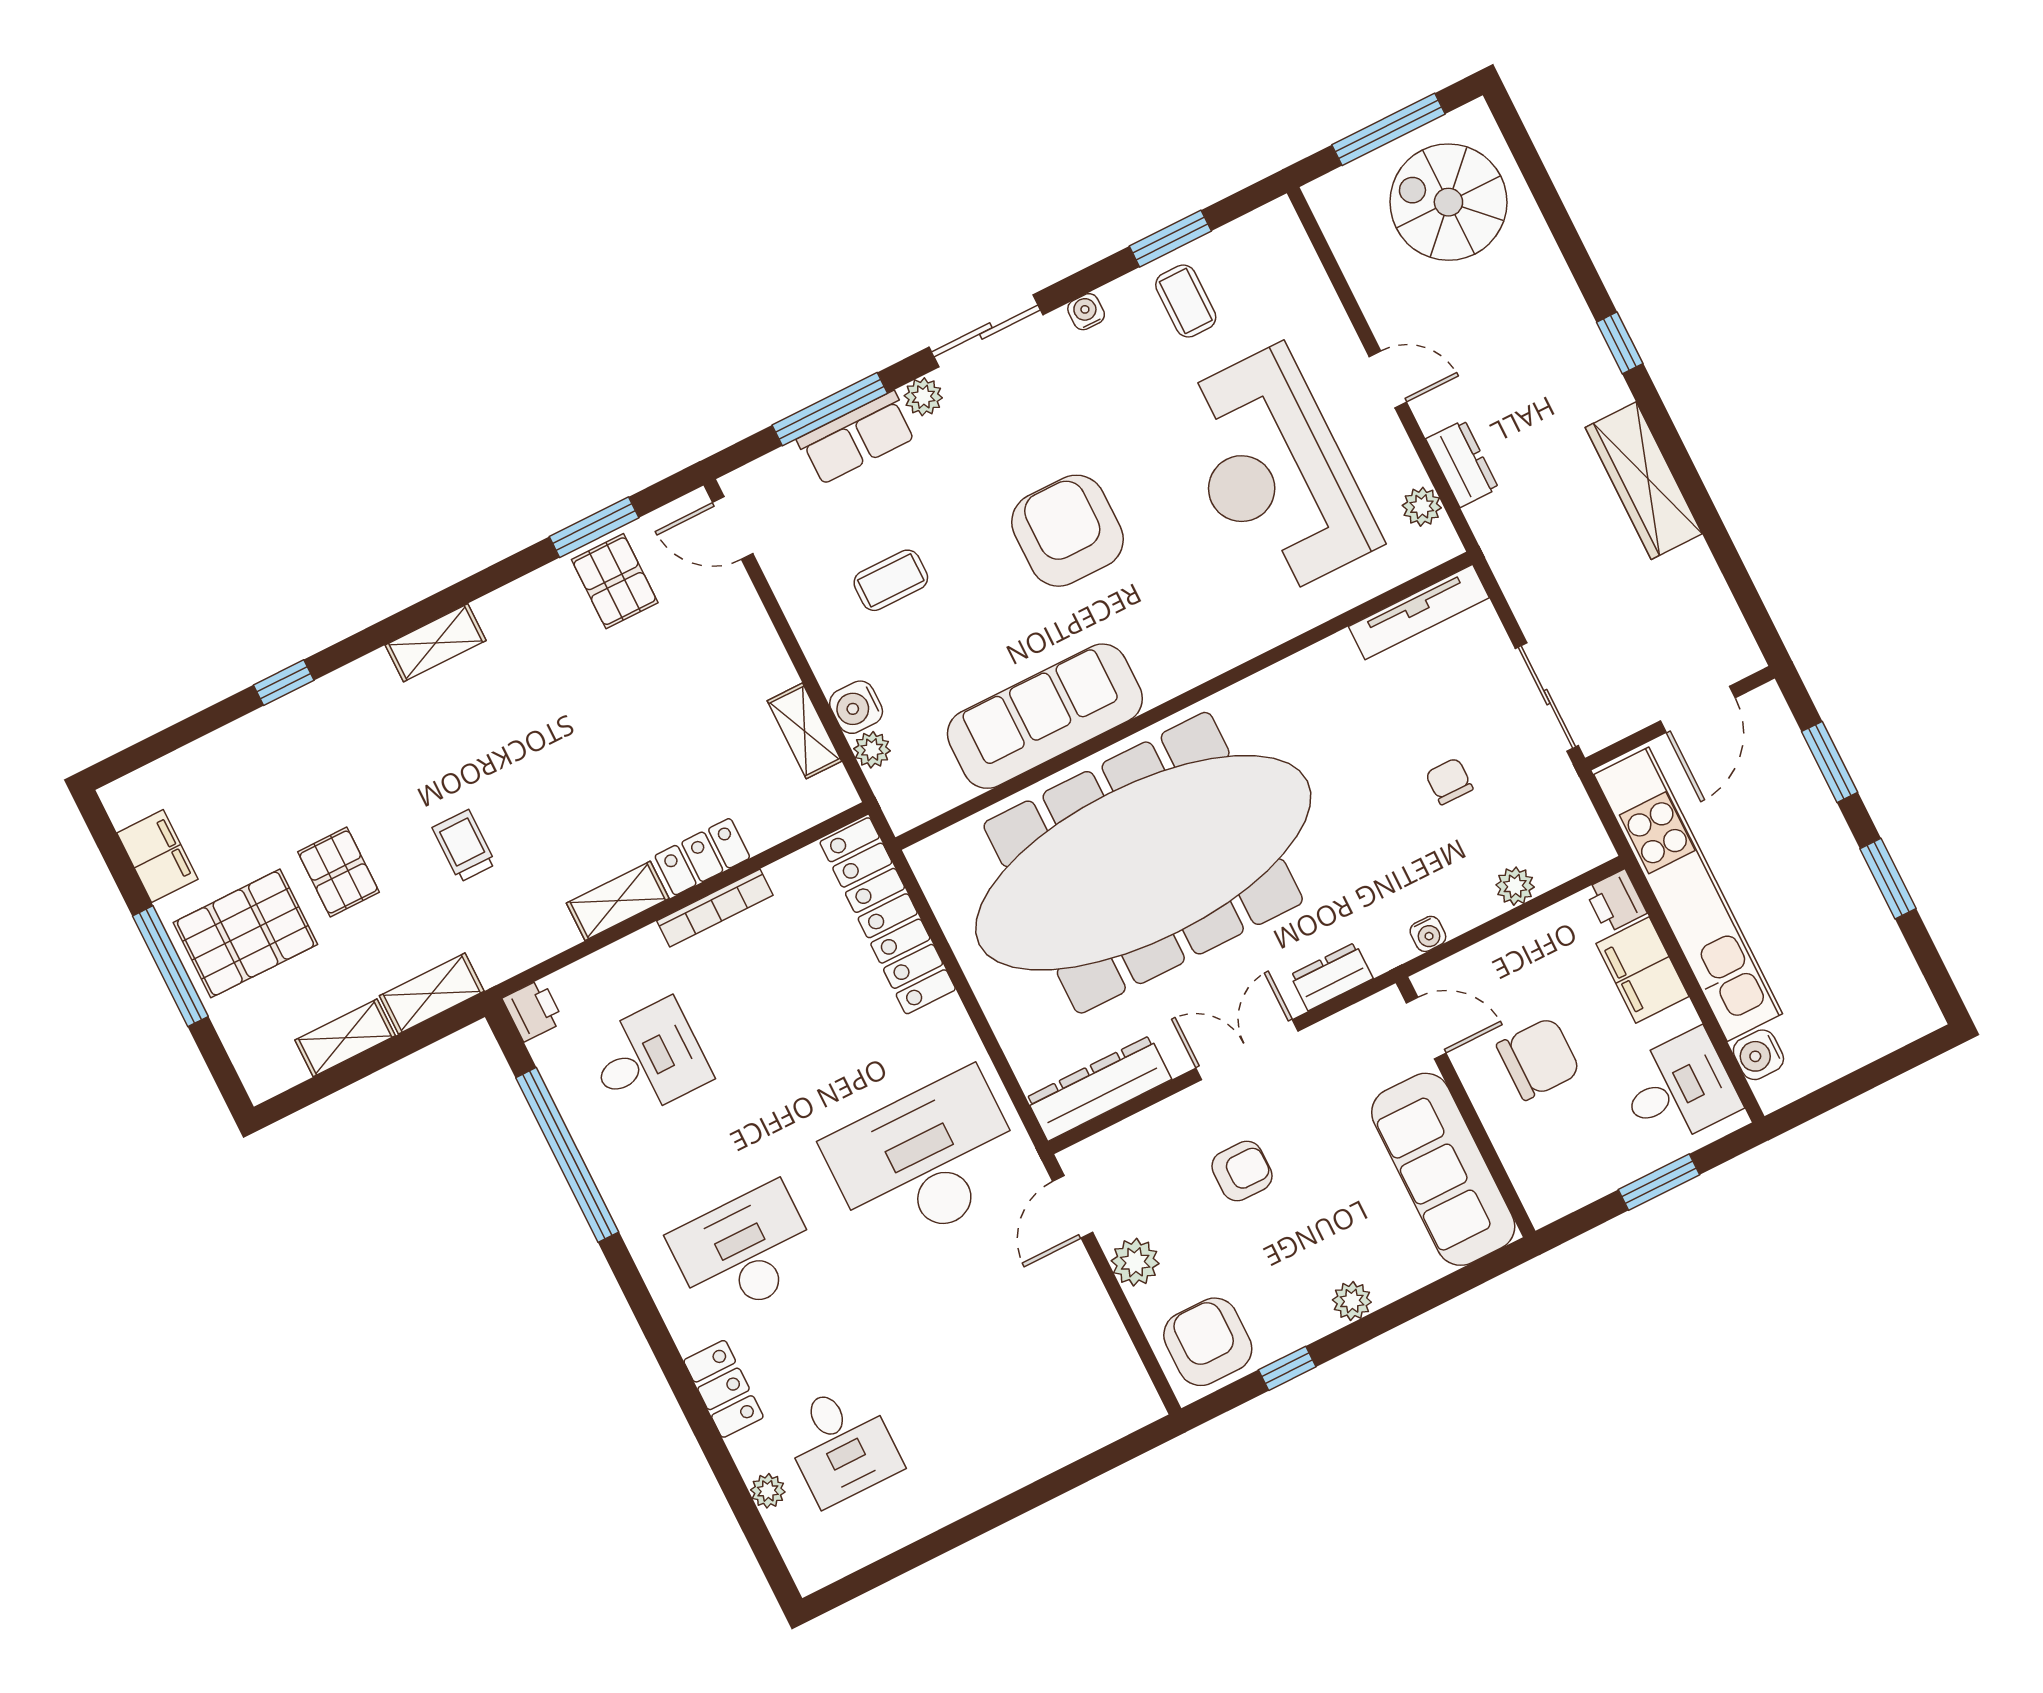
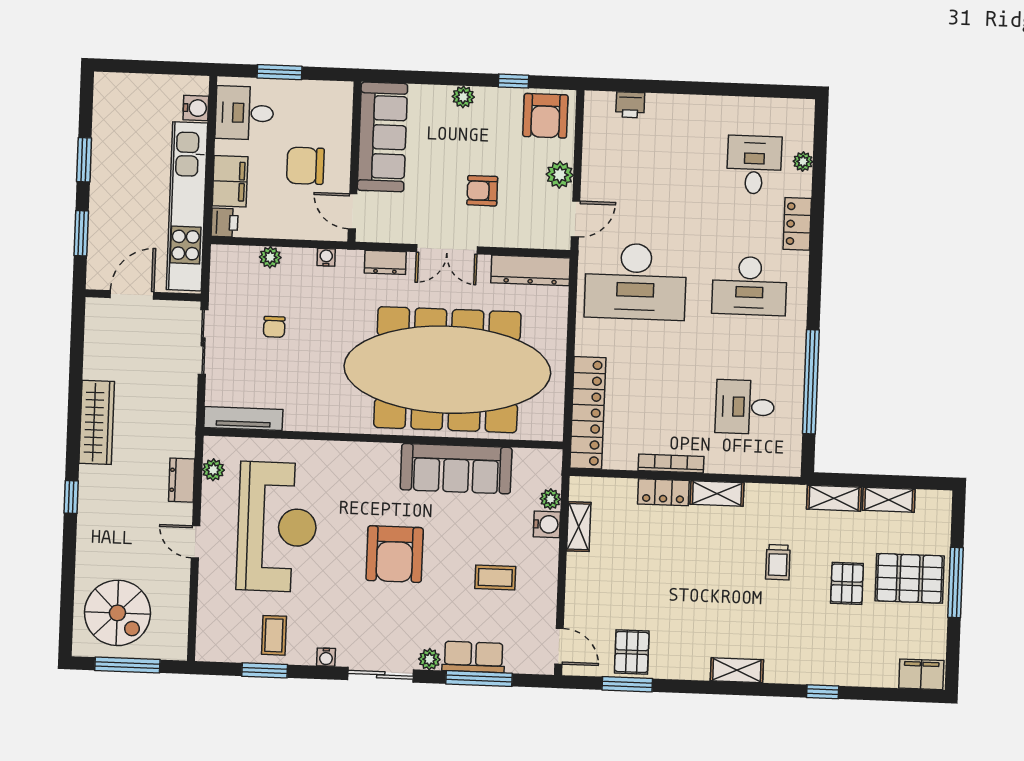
filing cabinet: (157, 856) -> (921, 674), moved, turned 90
printer: (533, 1010) -> (630, 105), moved, turned -90

